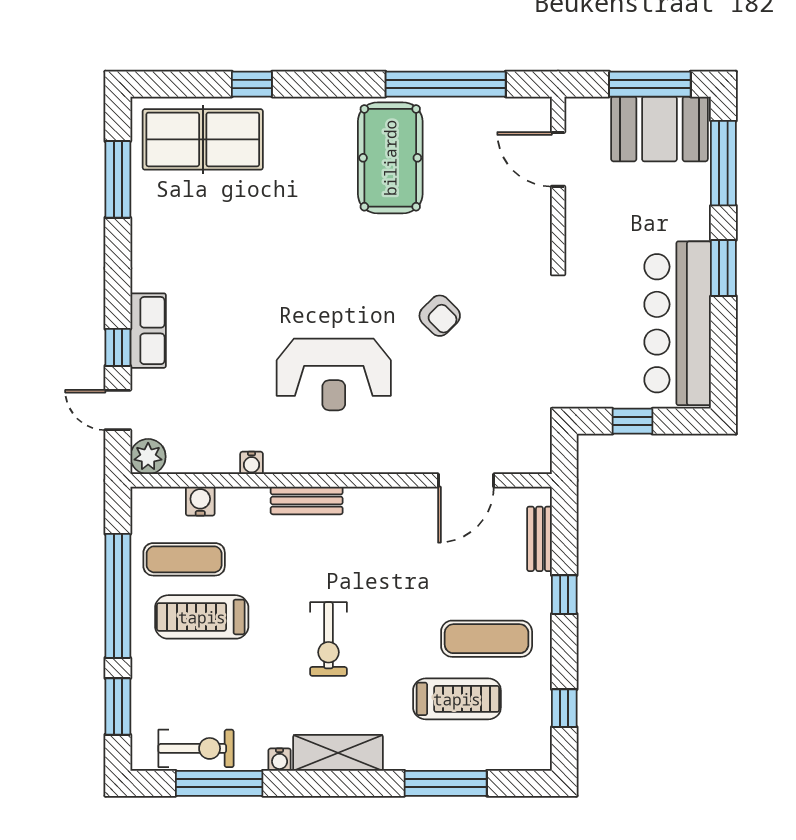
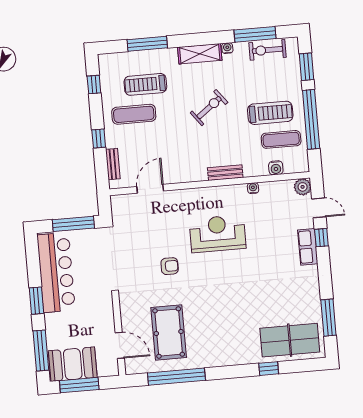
pool table: (390, 158) -> (169, 333), moved
armchair: (440, 316) -> (170, 266), turned 135
window: (632, 421) -> (73, 224), width x2.17
exercise bike: (328, 639) -> (209, 108), turned 53

